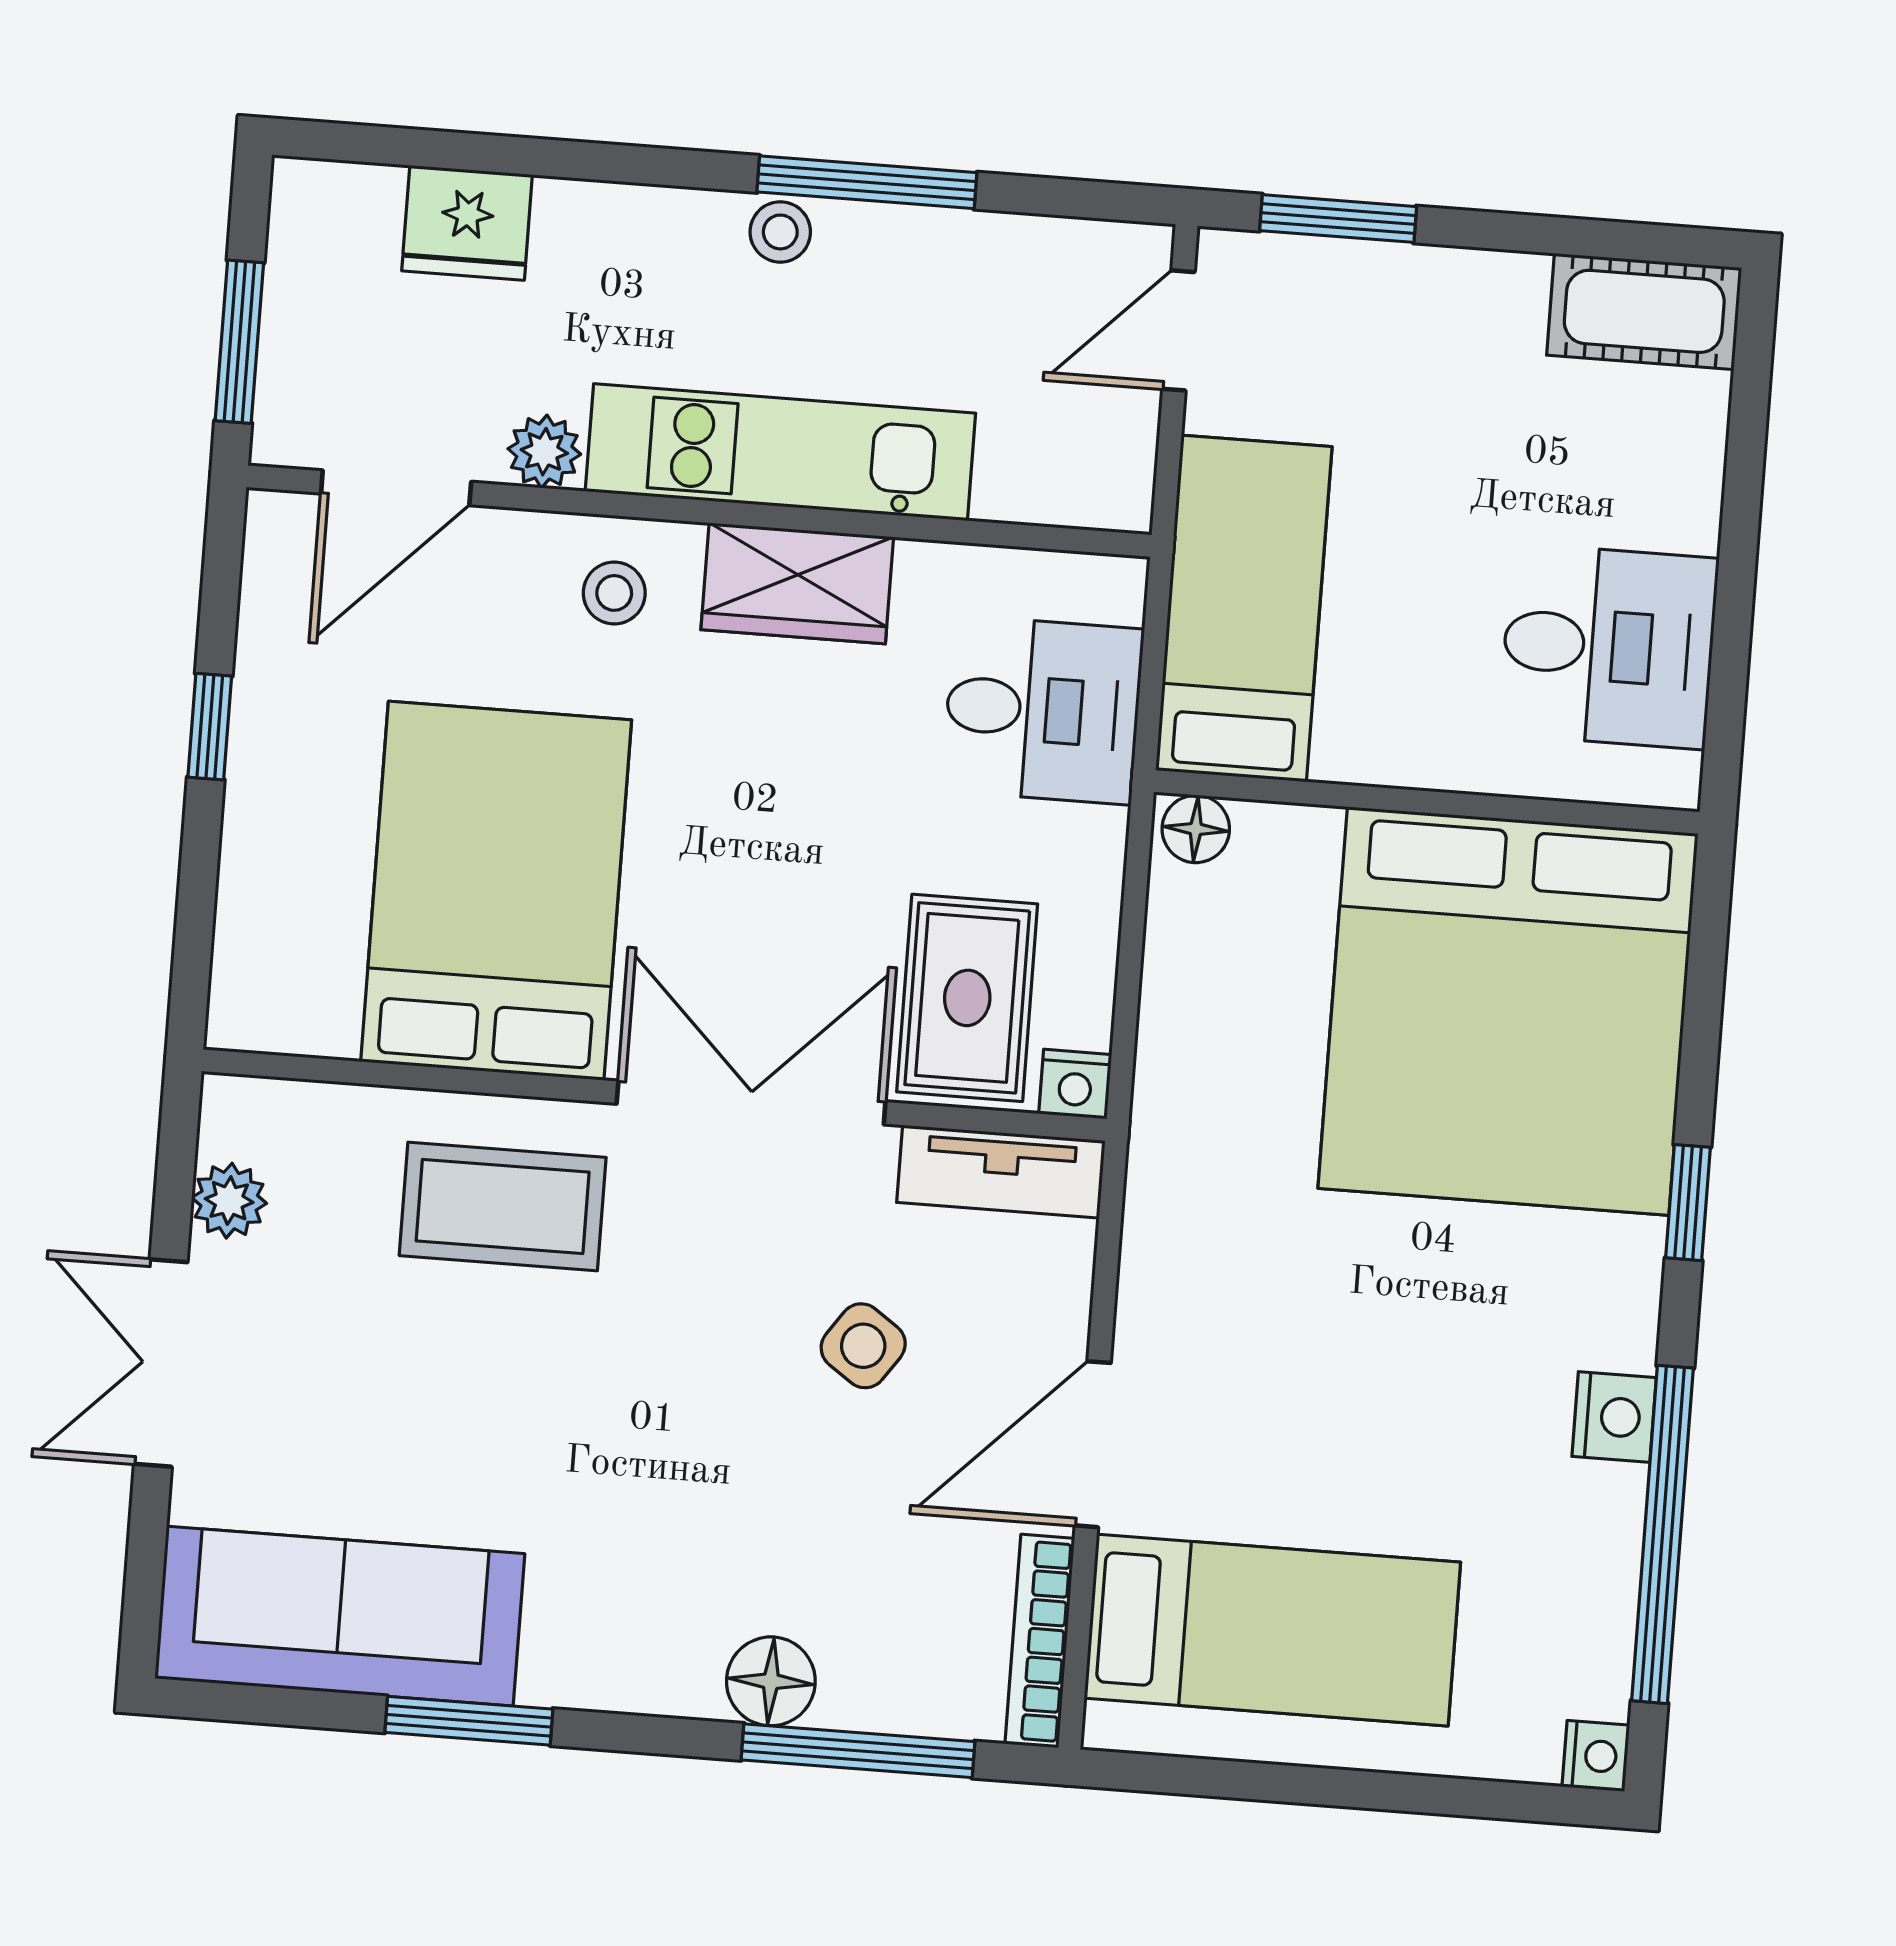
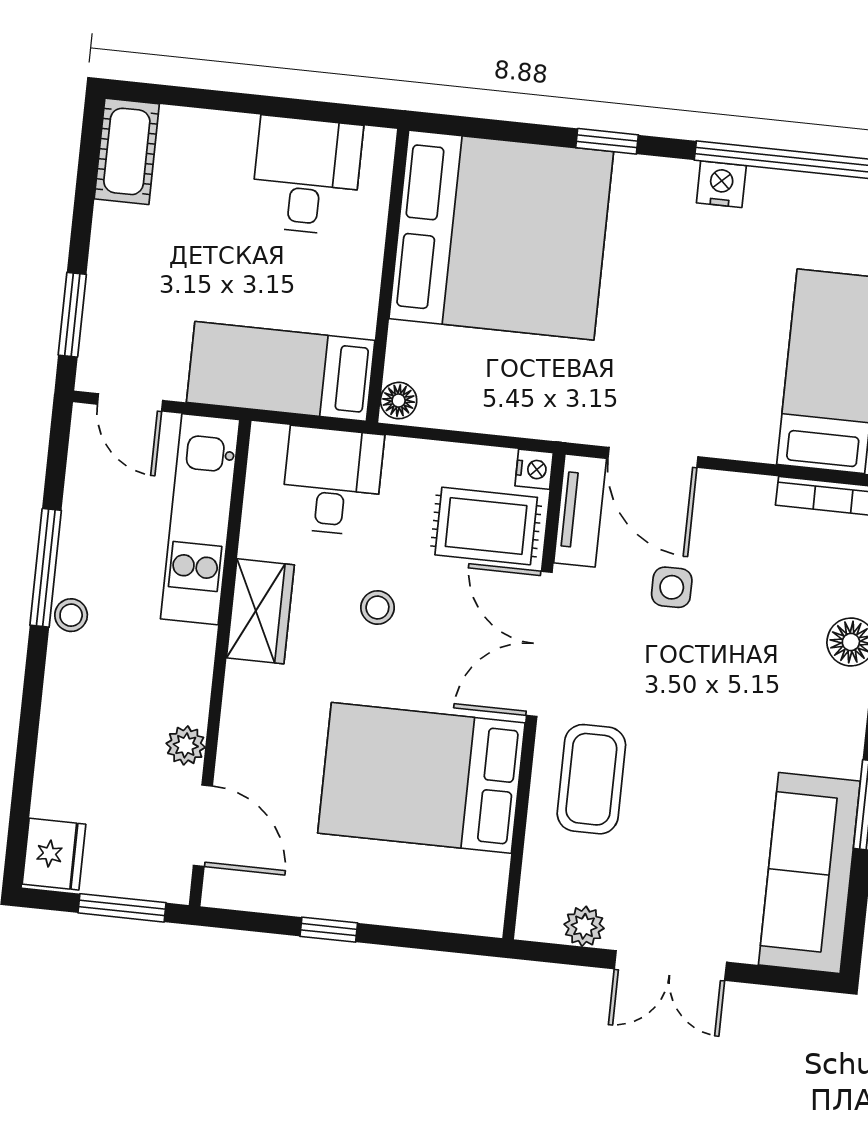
fridge: (467, 223) -> (54, 854), moved
kitchen unit: (780, 452) -> (200, 519), moved
stool: (614, 593) -> (377, 608), moved
side table: (863, 1346) -> (672, 587), turned -35
door: (1093, 1444) -> (653, 457), moved

